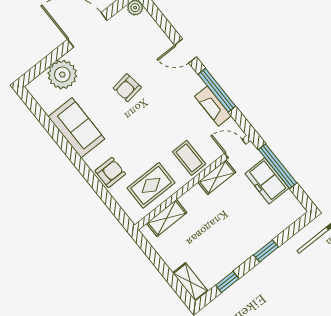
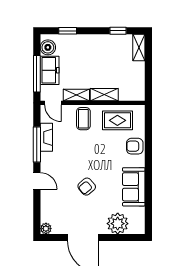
armchair: (127, 88) -> (87, 187), turned 148
boiler: (288, 204) -> (48, 47), added
shelving: (167, 218) -> (104, 95), moved
window: (266, 251) -> (68, 31), moved

